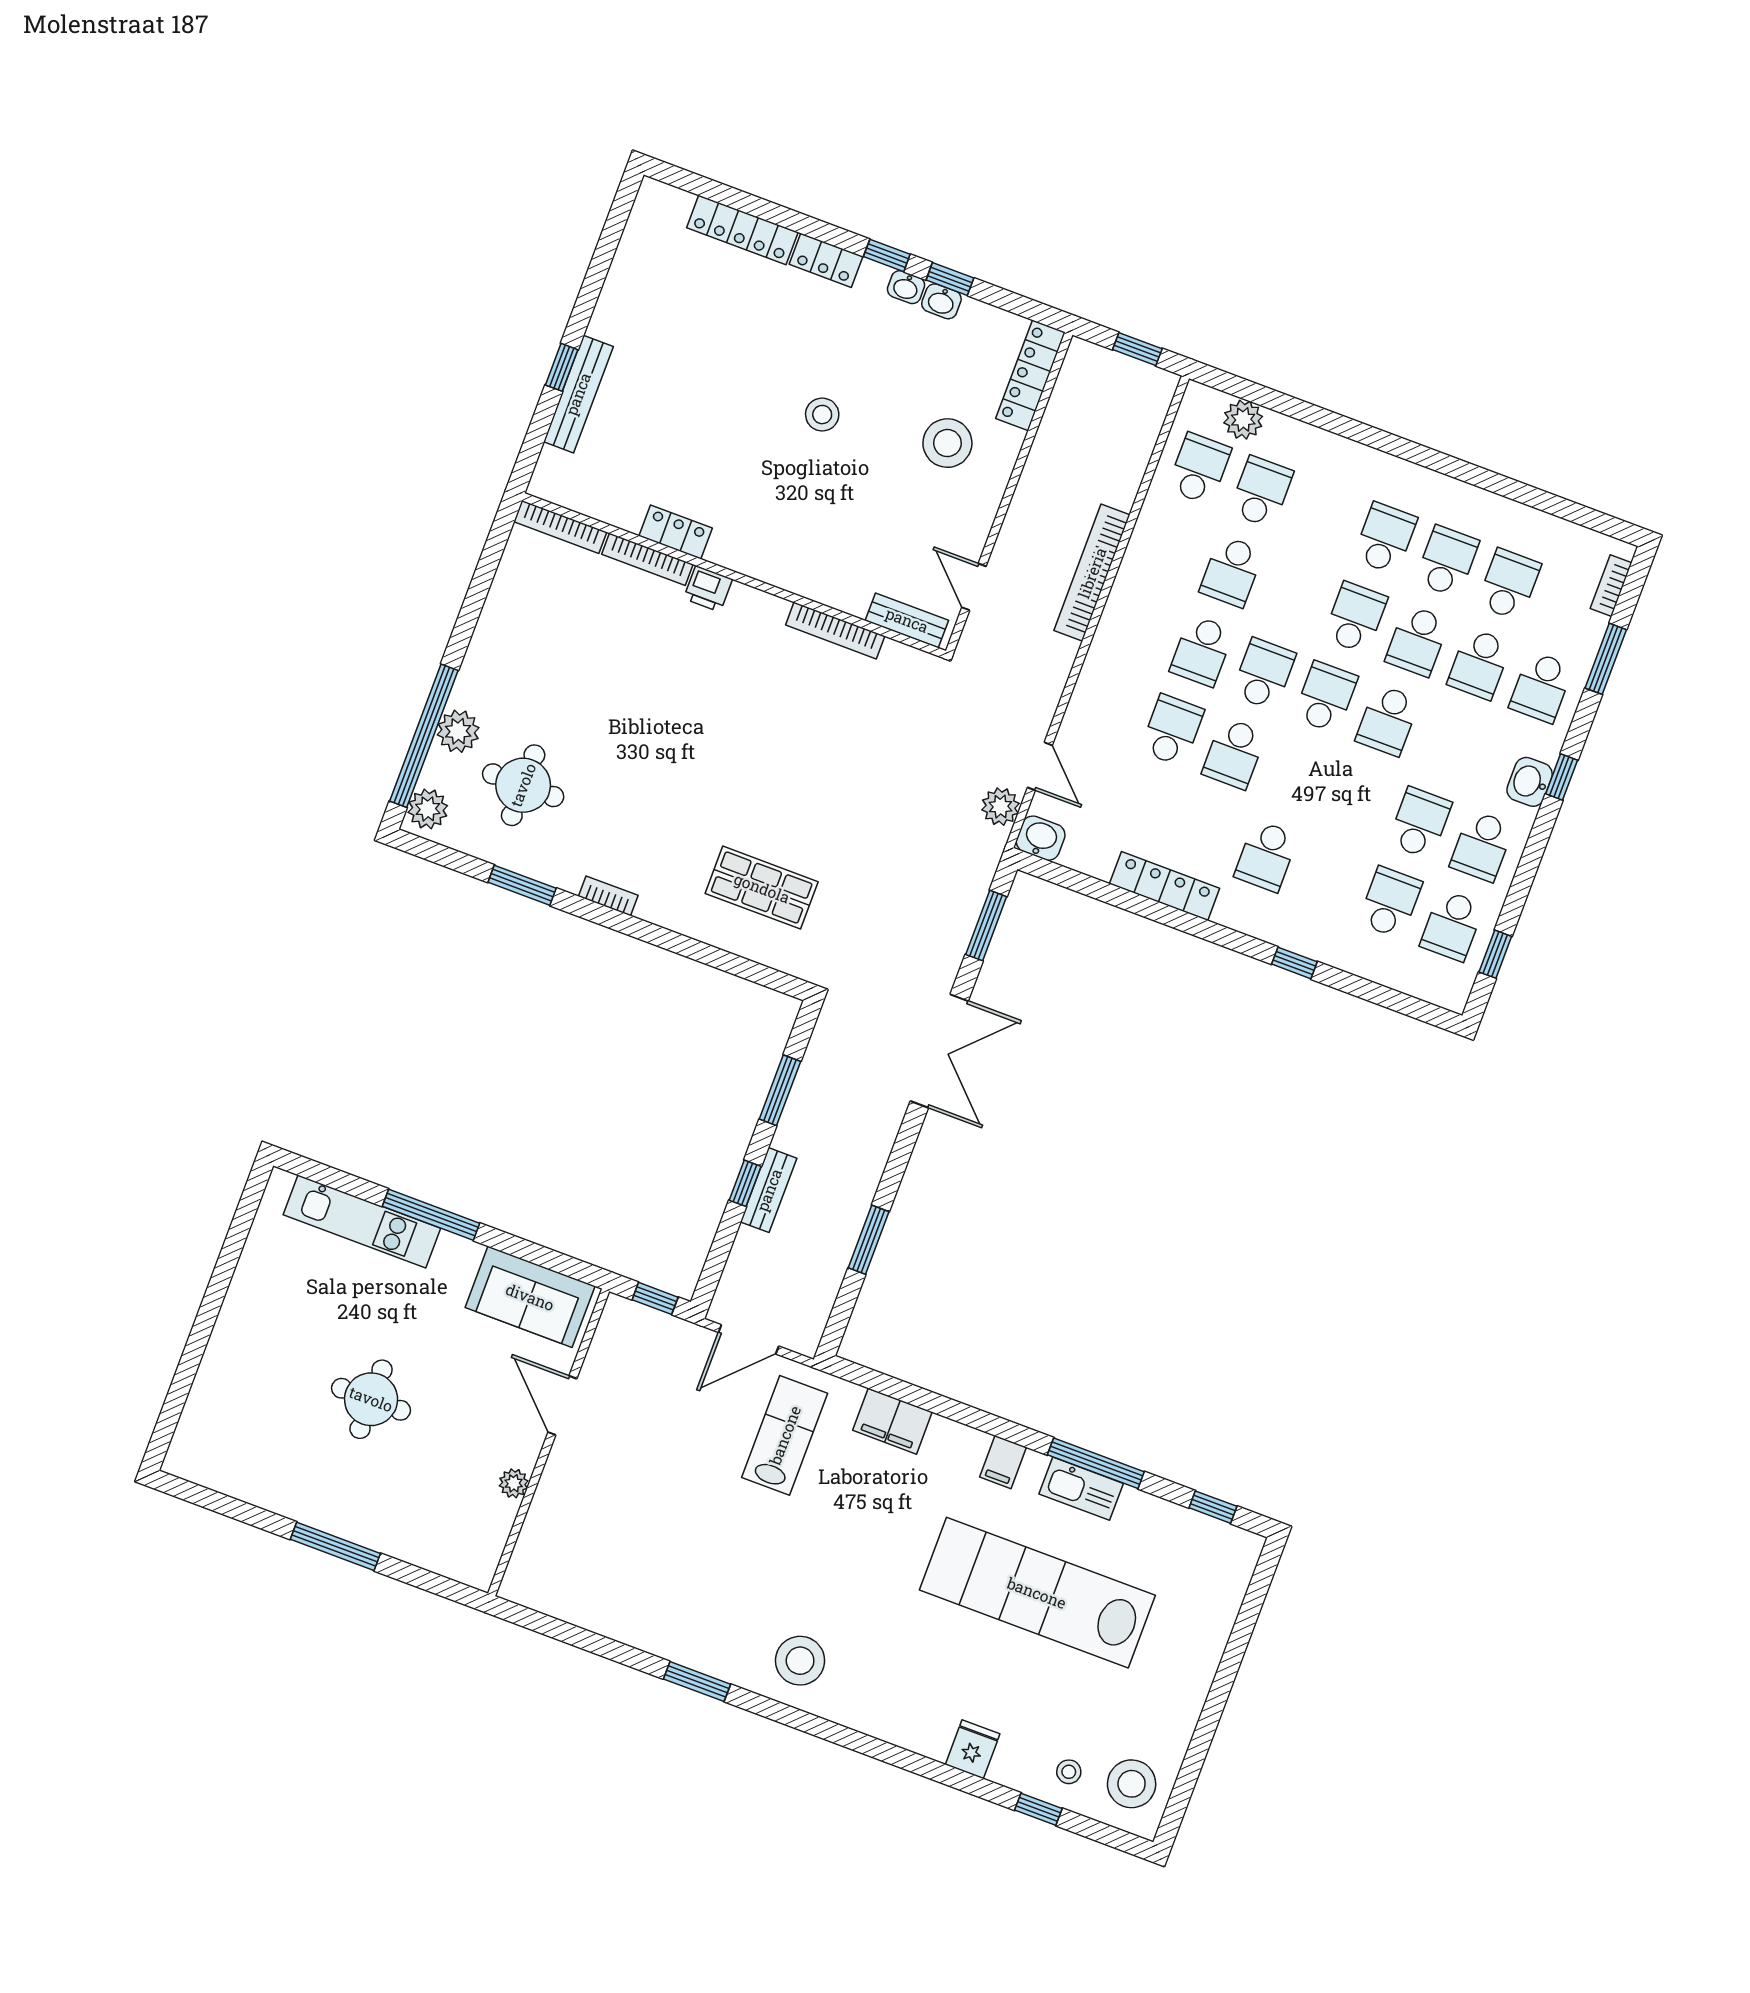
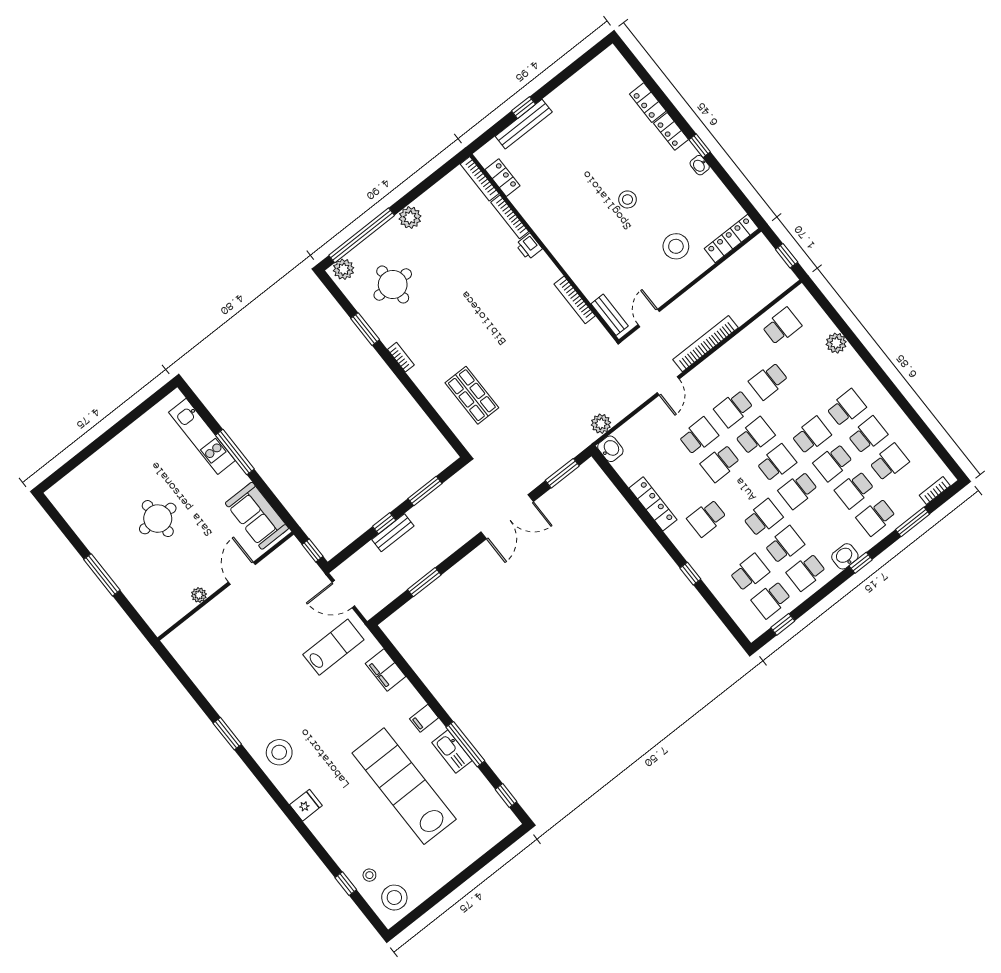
locker: (742, 230) -> (648, 103), width x0.66
window: (950, 279) -> (722, 173), removed
washbasin: (941, 301) -> (712, 181), removed
plant: (1243, 420) -> (836, 343), moved
school desk: (1261, 492) -> (763, 518), moved
locker: (676, 532) -> (502, 178), moved
plant: (458, 731) -> (410, 218), moved
door: (1040, 766) -> (668, 386), moved
fridge: (973, 1749) -> (306, 805), moved

